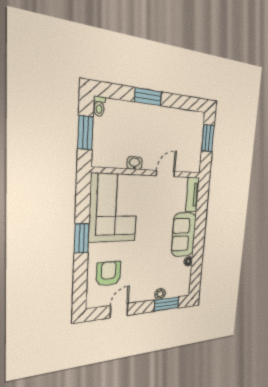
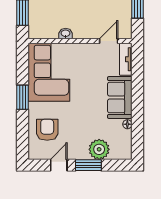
door: (166, 174) -> (109, 41), moved
plant: (160, 294) -> (99, 149), width x1.87, depth x1.87
window: (166, 304) -> (88, 165), moved

